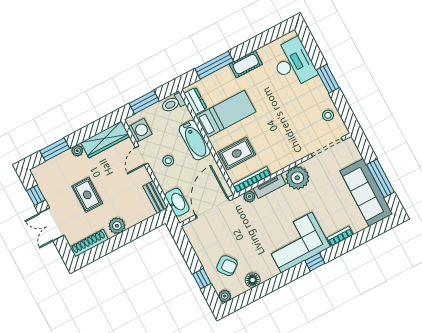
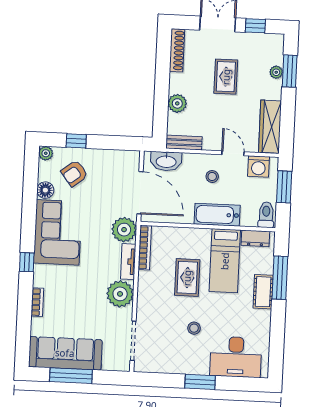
cot: (246, 64) -> (263, 292), moved
stool: (328, 115) -> (194, 328), moved
plant: (77, 151) -> (276, 72), moved
rug: (237, 153) -> (187, 278), moved
rug: (87, 195) -> (226, 77), turned 90
plant: (249, 196) -> (124, 230), width x1.88, depth x1.88
plant: (117, 226) -> (177, 103), moved
corner sofa: (297, 243) -> (58, 232), moved

